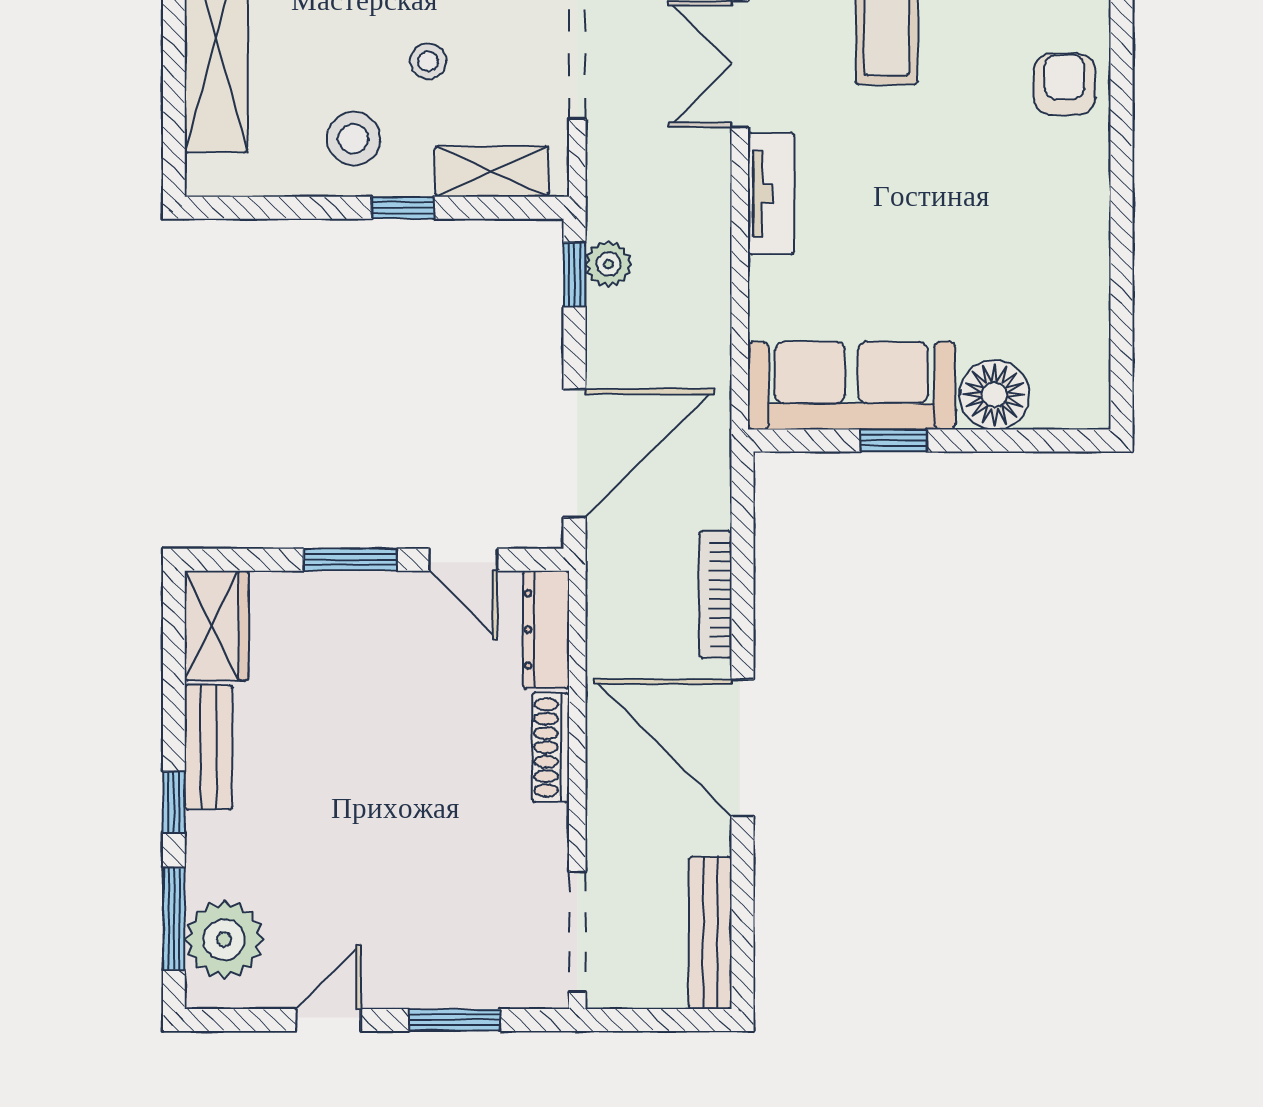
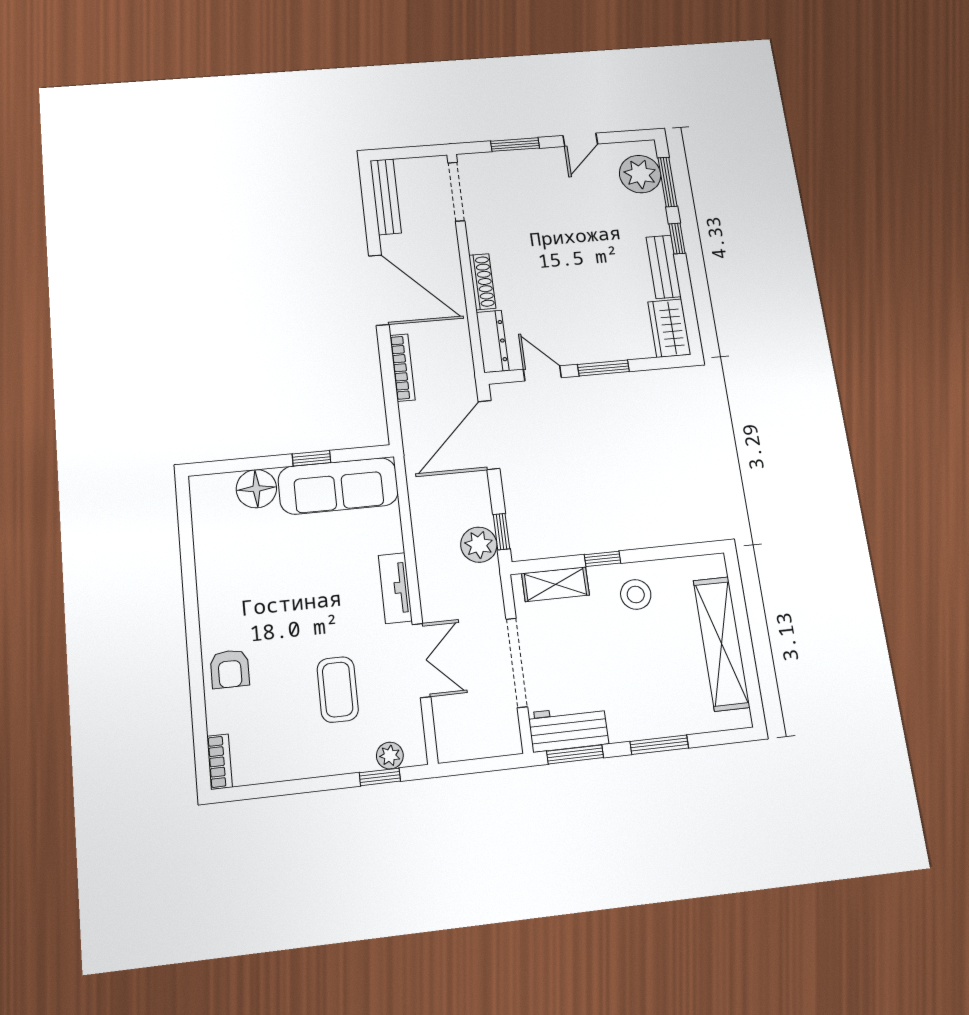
stool: (428, 61) -> (600, 643), removed
plant: (609, 264) -> (479, 545), width x1.38, depth x1.38

